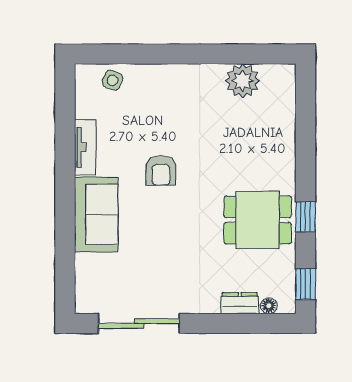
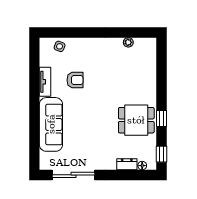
plant: (243, 81) -> (128, 42), width x0.53, depth x0.53
armchair: (161, 171) -> (75, 80), moved, turned -90
sofa: (96, 215) -> (51, 124), width x1.36

